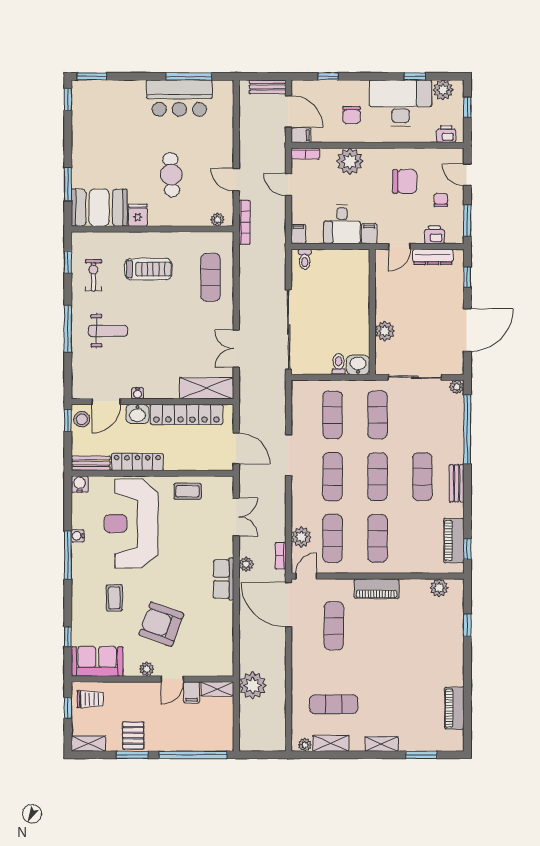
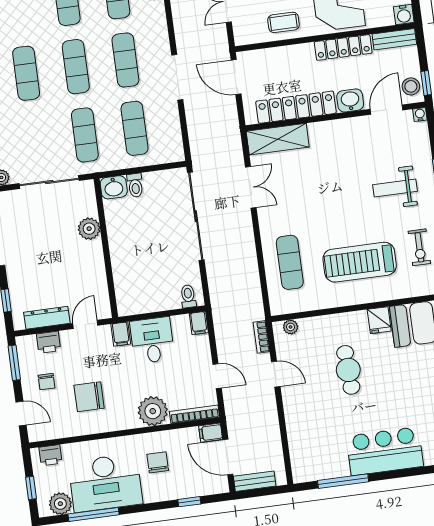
window: (415, 76) -> (94, 514), width x2.17
bar counter: (179, 98) -> (385, 451), moved
bookcase: (305, 153) -> (195, 414), width x1.56
bookcase: (244, 222) -> (261, 337), width x0.64
treadmill: (148, 269) -> (360, 262), width x1.37, depth x1.38
water cooler: (138, 393) -> (420, 114), moved

